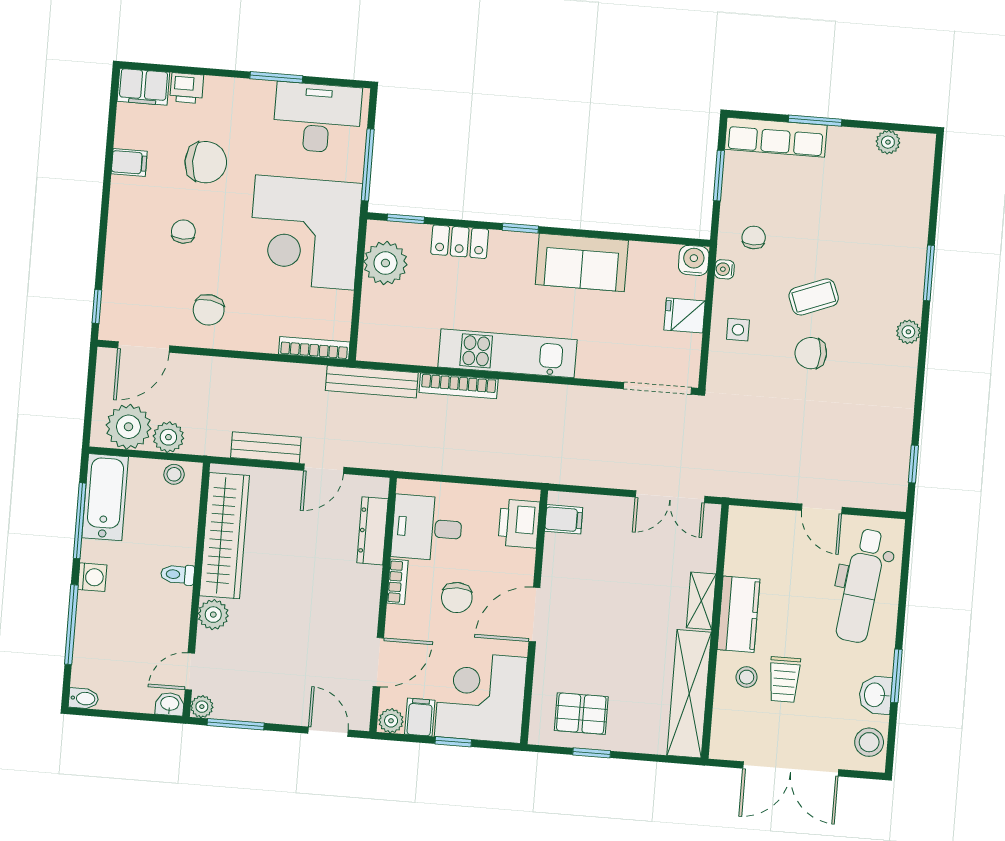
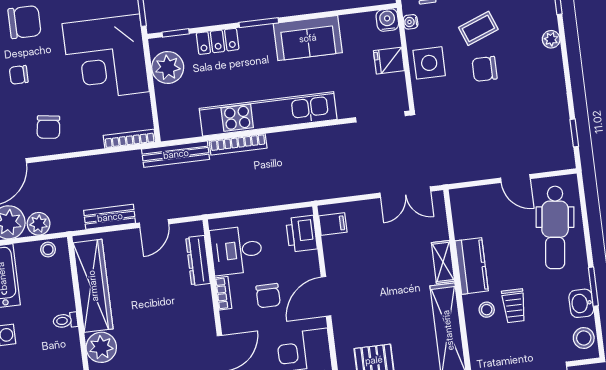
window: (520, 228) -> (259, 23), width x1.50
chair: (183, 232) -> (19, 75), turned -90
side table: (738, 330) -> (429, 63), width x1.87, depth x1.87
kitchen unit: (508, 353) -> (268, 114), width x1.36
plant: (213, 615) -> (101, 347), width x1.36, depth x1.36

